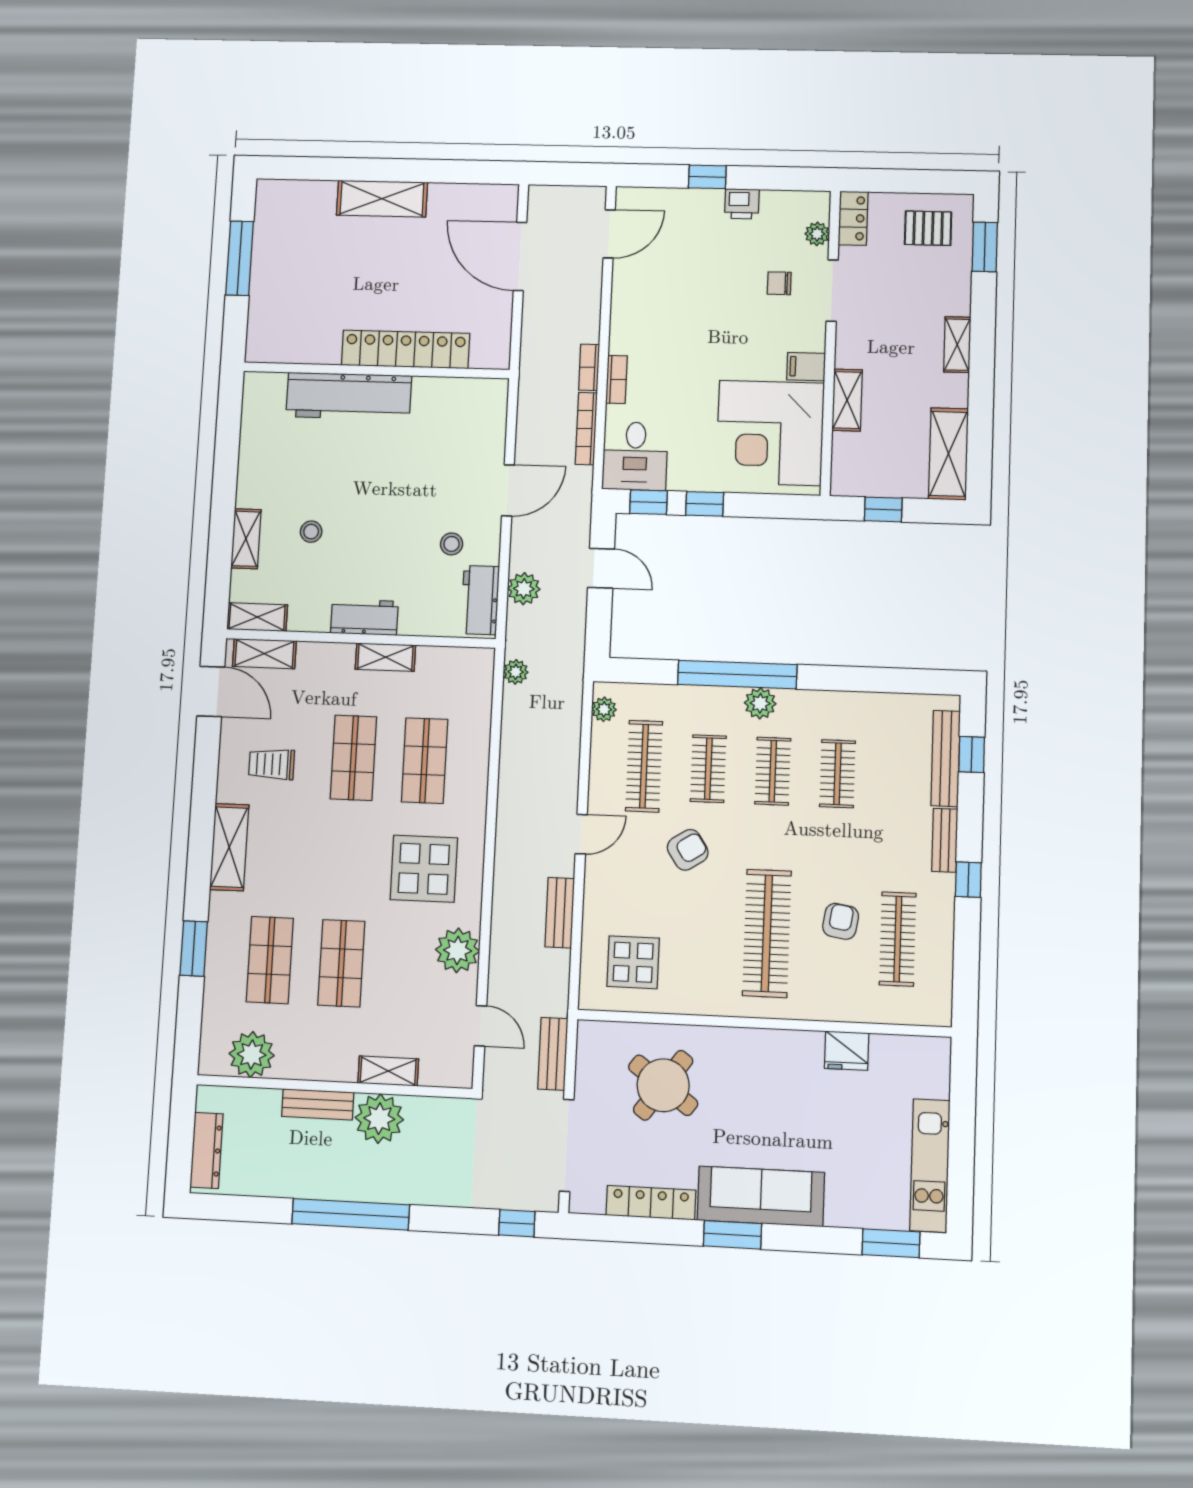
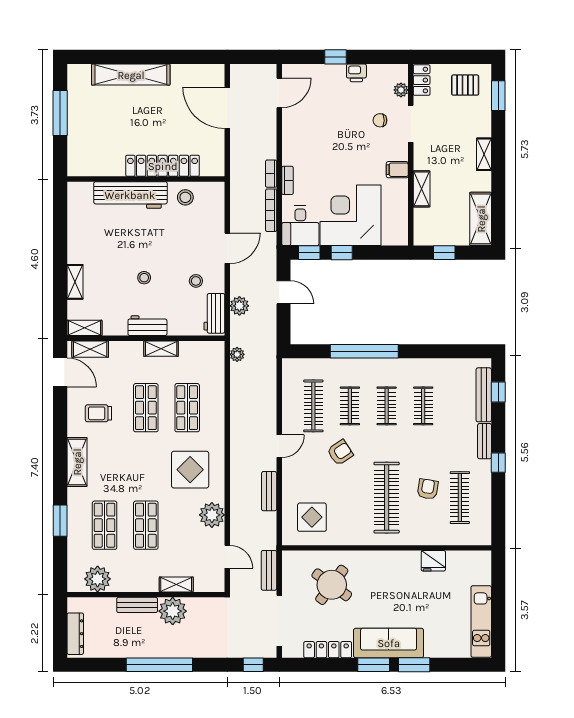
shelving: (382, 199) -> (131, 75), width x1.47
stool: (441, 403) -> (185, 197), added
corner desk: (770, 433) -> (351, 215), moved, turned 90
stool: (311, 532) -> (144, 278), moved
plant: (760, 703) -> (378, 367), removed
plant: (604, 709) -> (289, 374), removed
window: (891, 1243) -> (414, 665), moved

